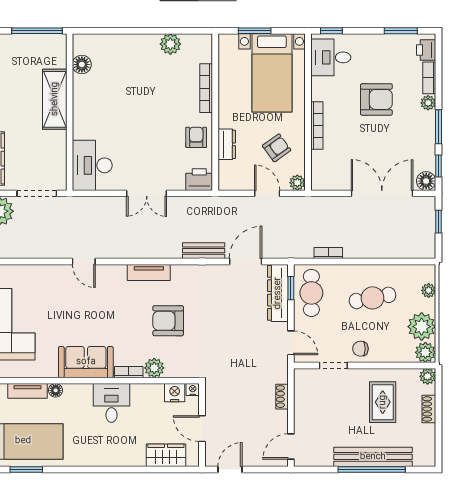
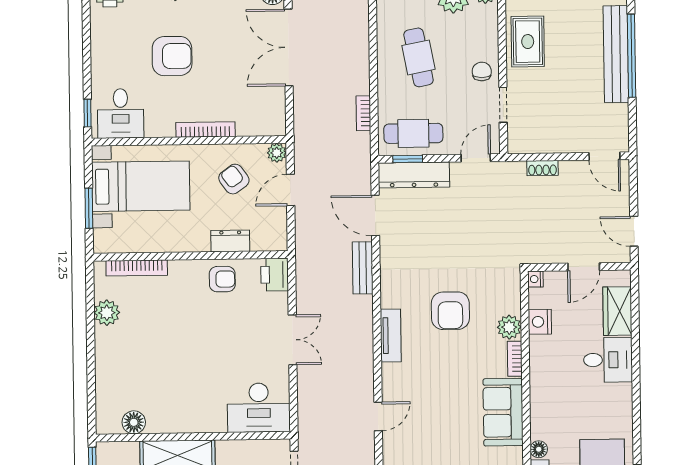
window: (401, 31) -> (86, 27), removed
bookcase: (206, 88) -> (137, 268), moved
armchair: (376, 99) -> (172, 56), turned 90
armchair: (196, 137) -> (222, 279), turned 180
chair: (360, 349) -> (482, 71), turned 180
nightstand: (175, 393) -> (540, 322), moved
rug: (383, 402) -> (528, 42), moved, turned 90
desk: (111, 403) -> (608, 360), moved, turned 180

